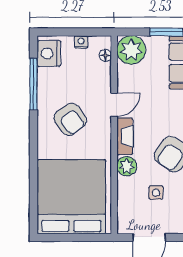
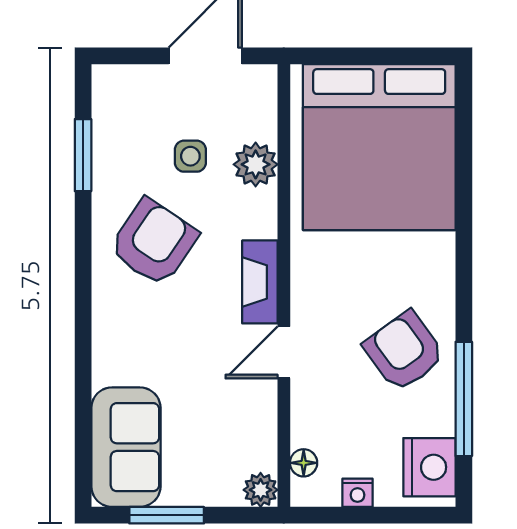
plant: (131, 50) -> (261, 490), width x0.53, depth x0.53
armchair: (70, 119) -> (404, 351), moved
plant: (127, 166) -> (256, 164), moved

